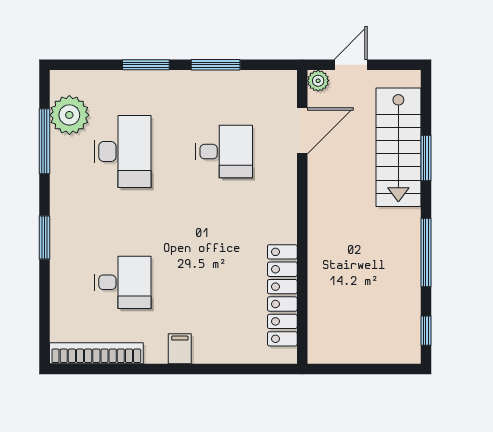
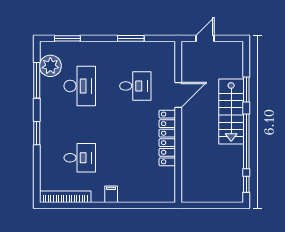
window: (146, 65) -> (67, 38), moved
plant: (318, 81) -> (187, 47), removed
door: (302, 131) -> (178, 95), moved
stairs: (398, 147) -> (231, 112), moved
window: (426, 253) -> (246, 141), width x1.46
locker: (282, 295) -> (167, 138), moved

